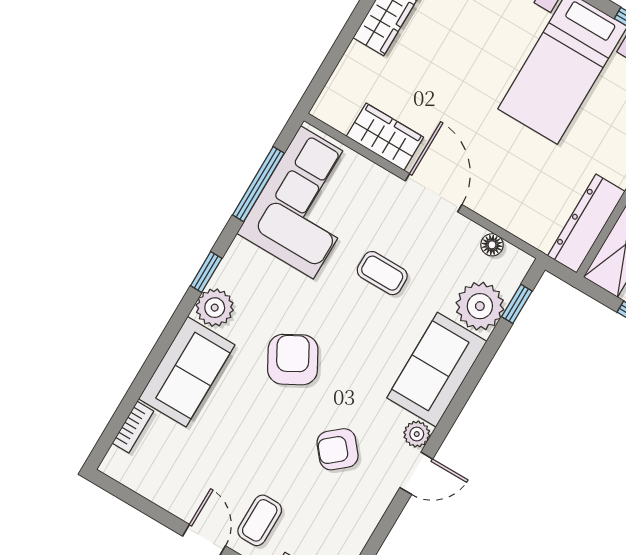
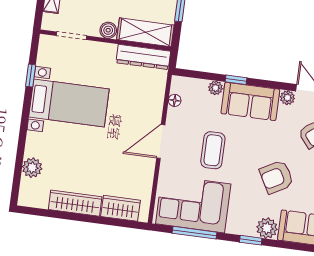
wardrobe: (385, 137) -> (121, 208), moved, turned 90
coffee table: (382, 273) -> (213, 150), width x1.36, depth x1.30
window: (517, 304) -> (236, 80), moved
plant: (480, 306) -> (216, 88), width x0.53, depth x0.53

